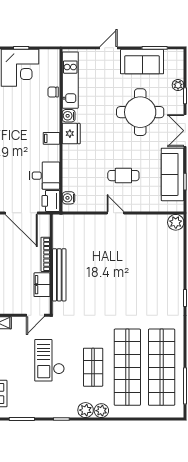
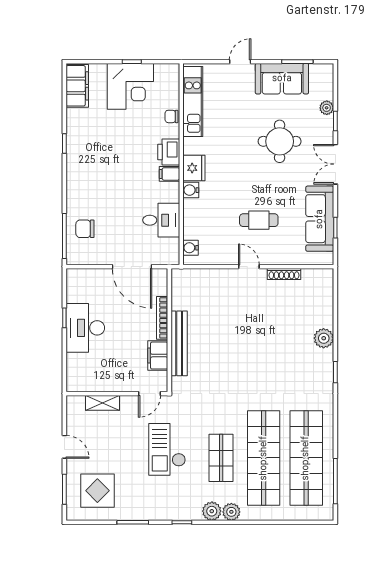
round table: (140, 112) -> (280, 141), width x0.73, depth x0.73
water cooler: (69, 116) -> (191, 190), moved
printer: (51, 201) -> (169, 152), moved
shoe rack: (144, 219) -> (284, 274), added
plant: (176, 222) -> (324, 338), moved

